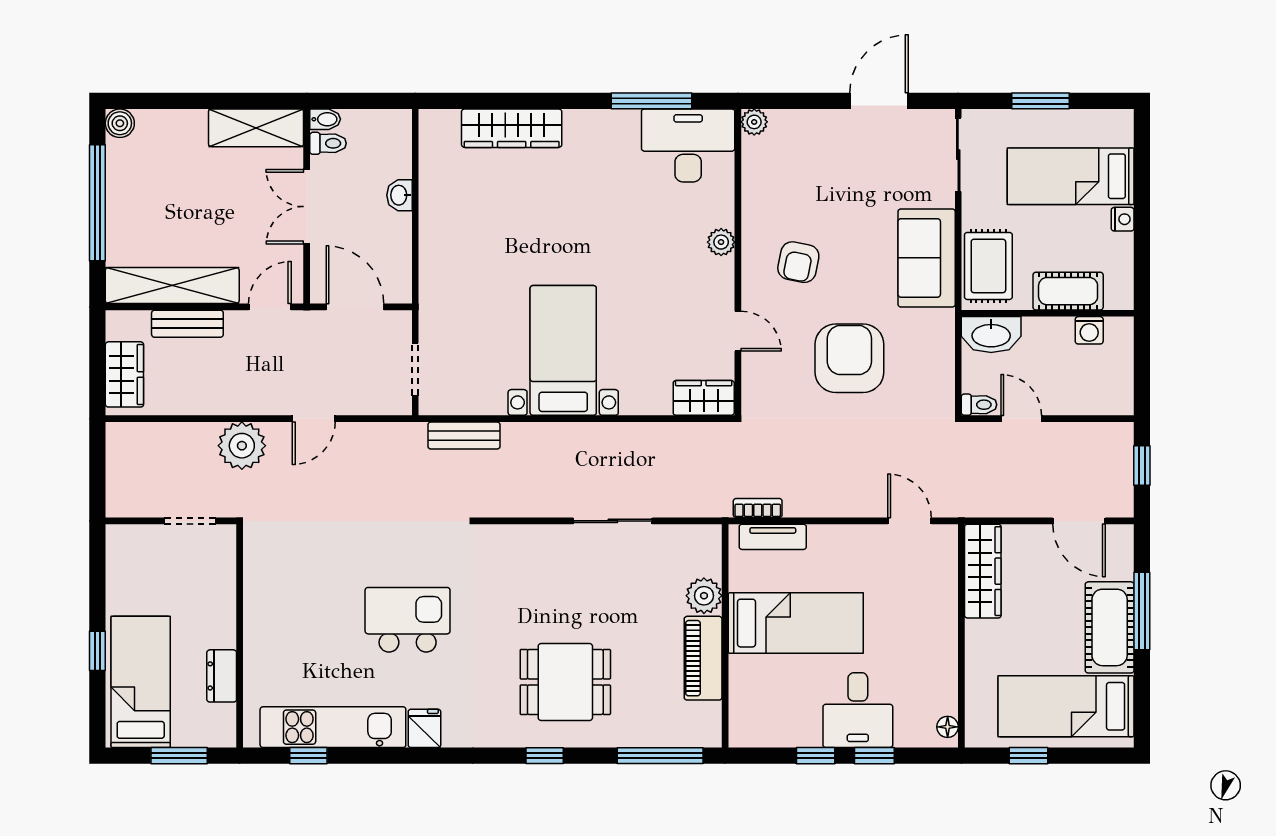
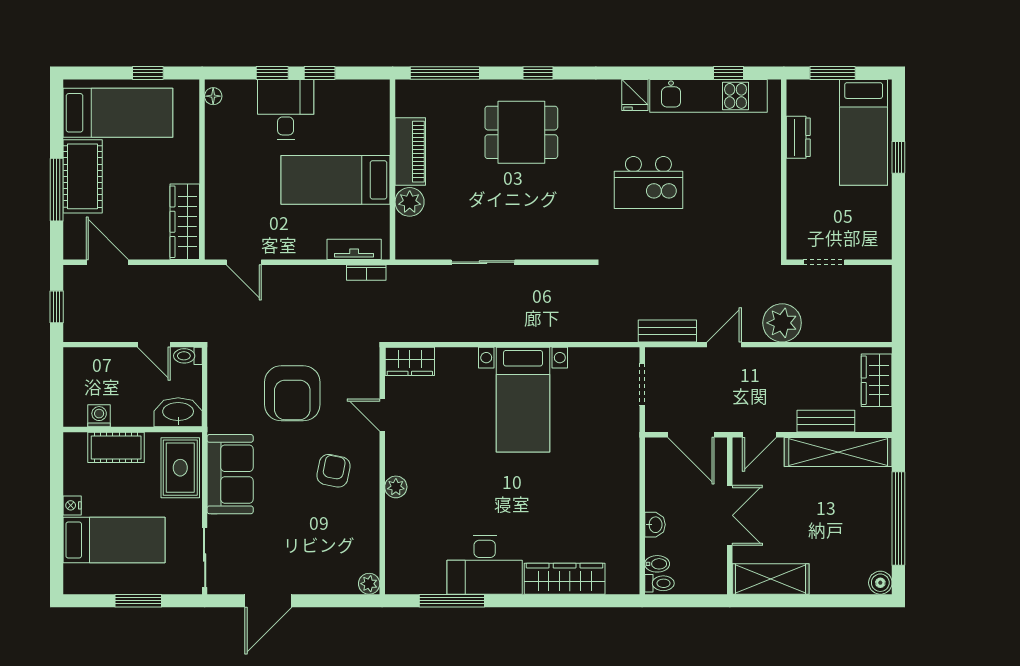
bidet: (325, 119) -> (657, 564), moved, turned 180
toilet: (328, 143) -> (659, 583), moved, turned 180
desk: (688, 145) -> (485, 565), moved
bench: (464, 436) -> (667, 331), moved

